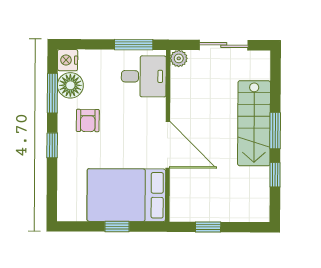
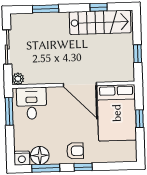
armchair: (88, 120) -> (75, 151), moved
stairs: (254, 123) -> (100, 22), moved
window: (275, 131) -> (46, 9), moved
door: (168, 145) -> (80, 85), swing flipped

